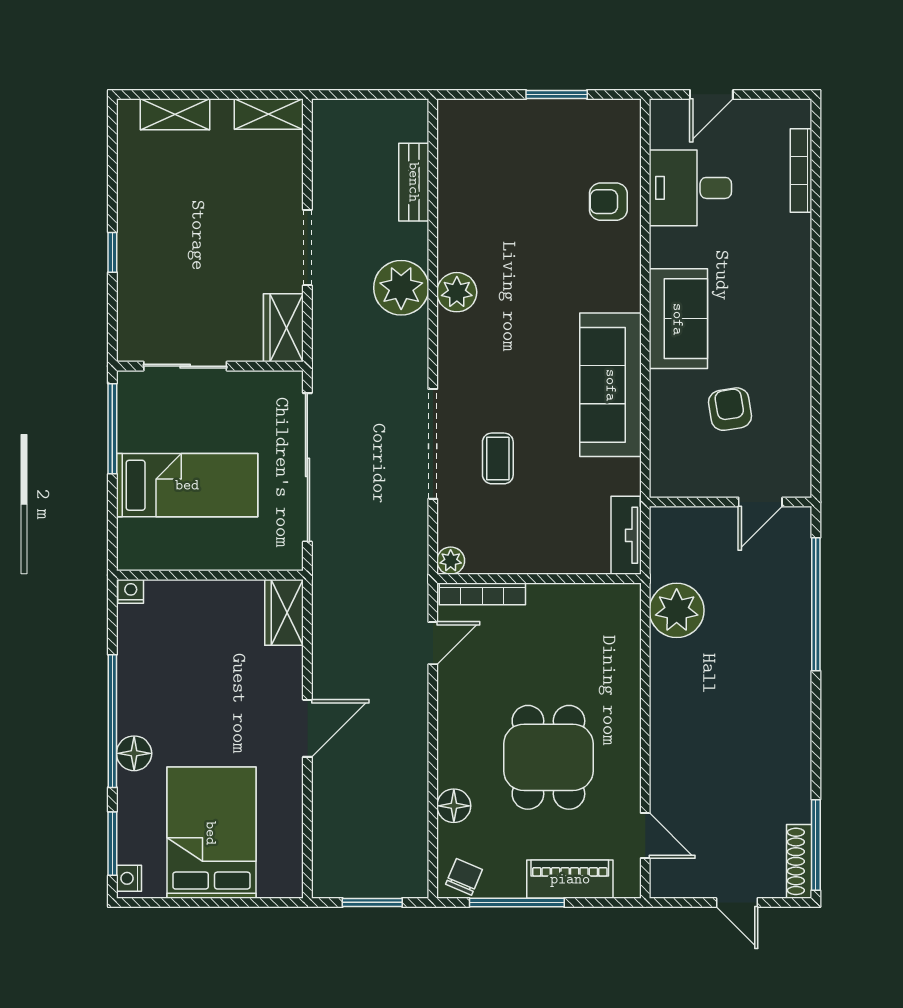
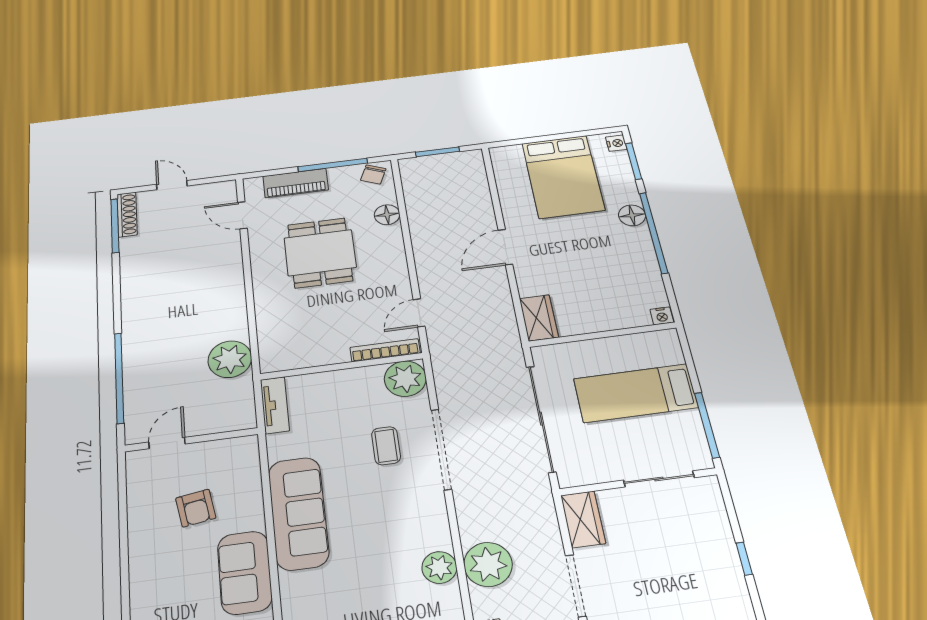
plant: (451, 561) -> (405, 379), width x1.87, depth x1.87

